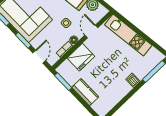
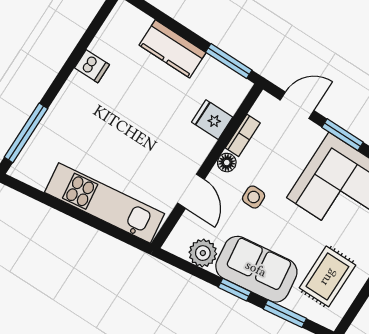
door: (39, 57) -> (297, 105), swing flipped
fridge: (81, 57) -> (212, 120), width x0.53, depth x0.75
dishwasher: (133, 80) -> (92, 66), moved

